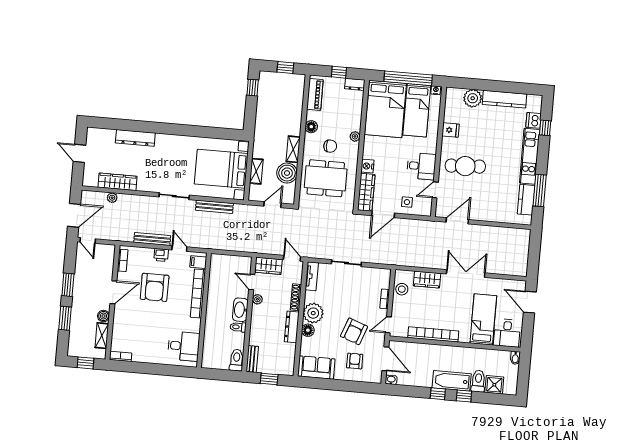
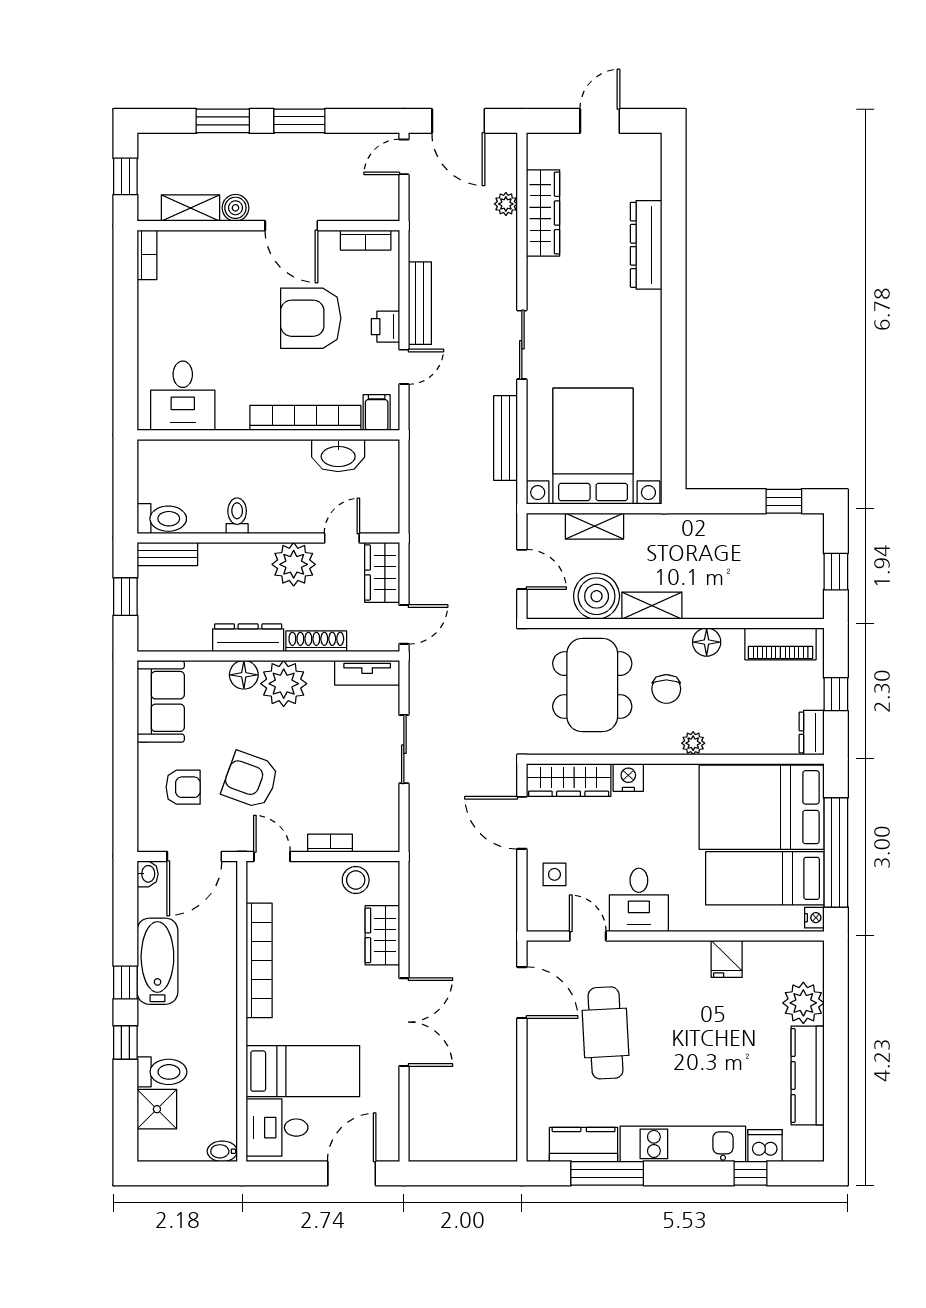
cafe table: (465, 166) -> (606, 1033), moved
plant: (257, 299) -> (294, 564), width x1.87, depth x1.87
washbasin: (240, 310) -> (338, 456), moved, turned 180
bathtub: (452, 381) -> (157, 961), moved

